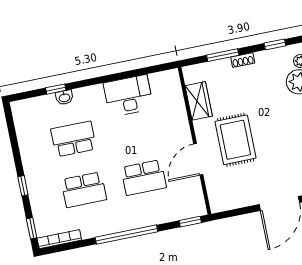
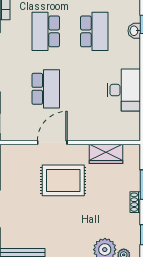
door: (198, 159) -> (52, 143), hinge flipped
school desk: (144, 178) -> (46, 89), turned 180

